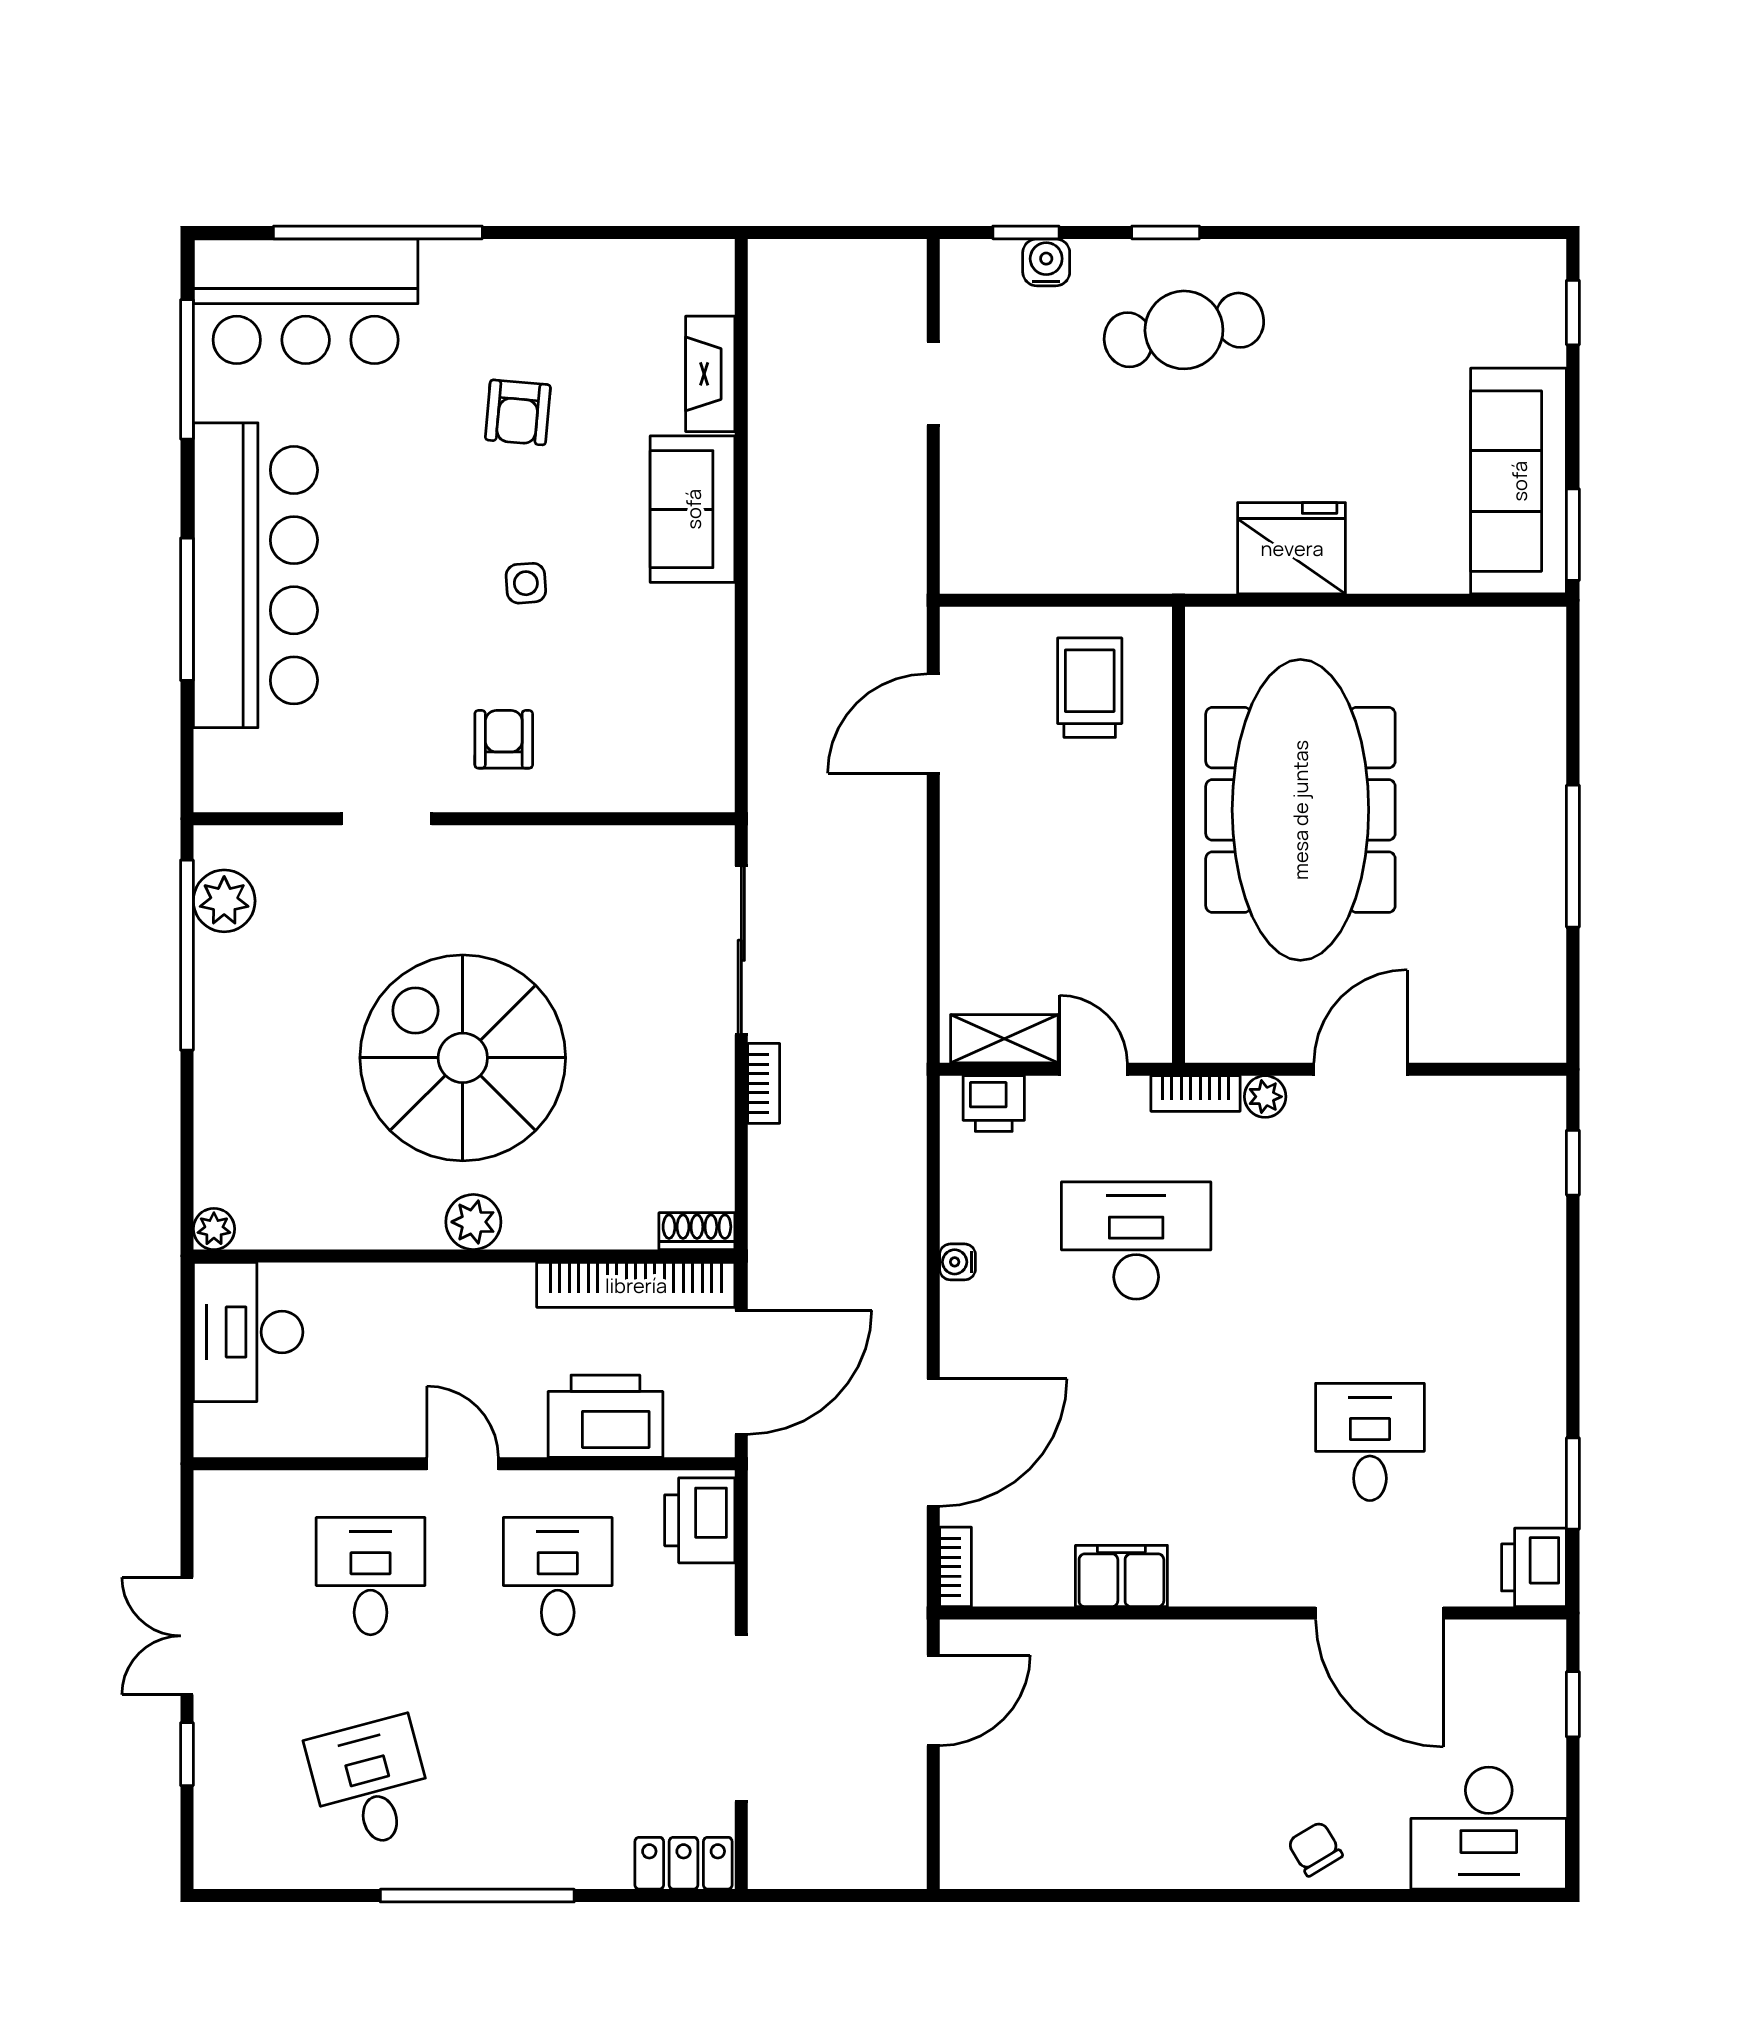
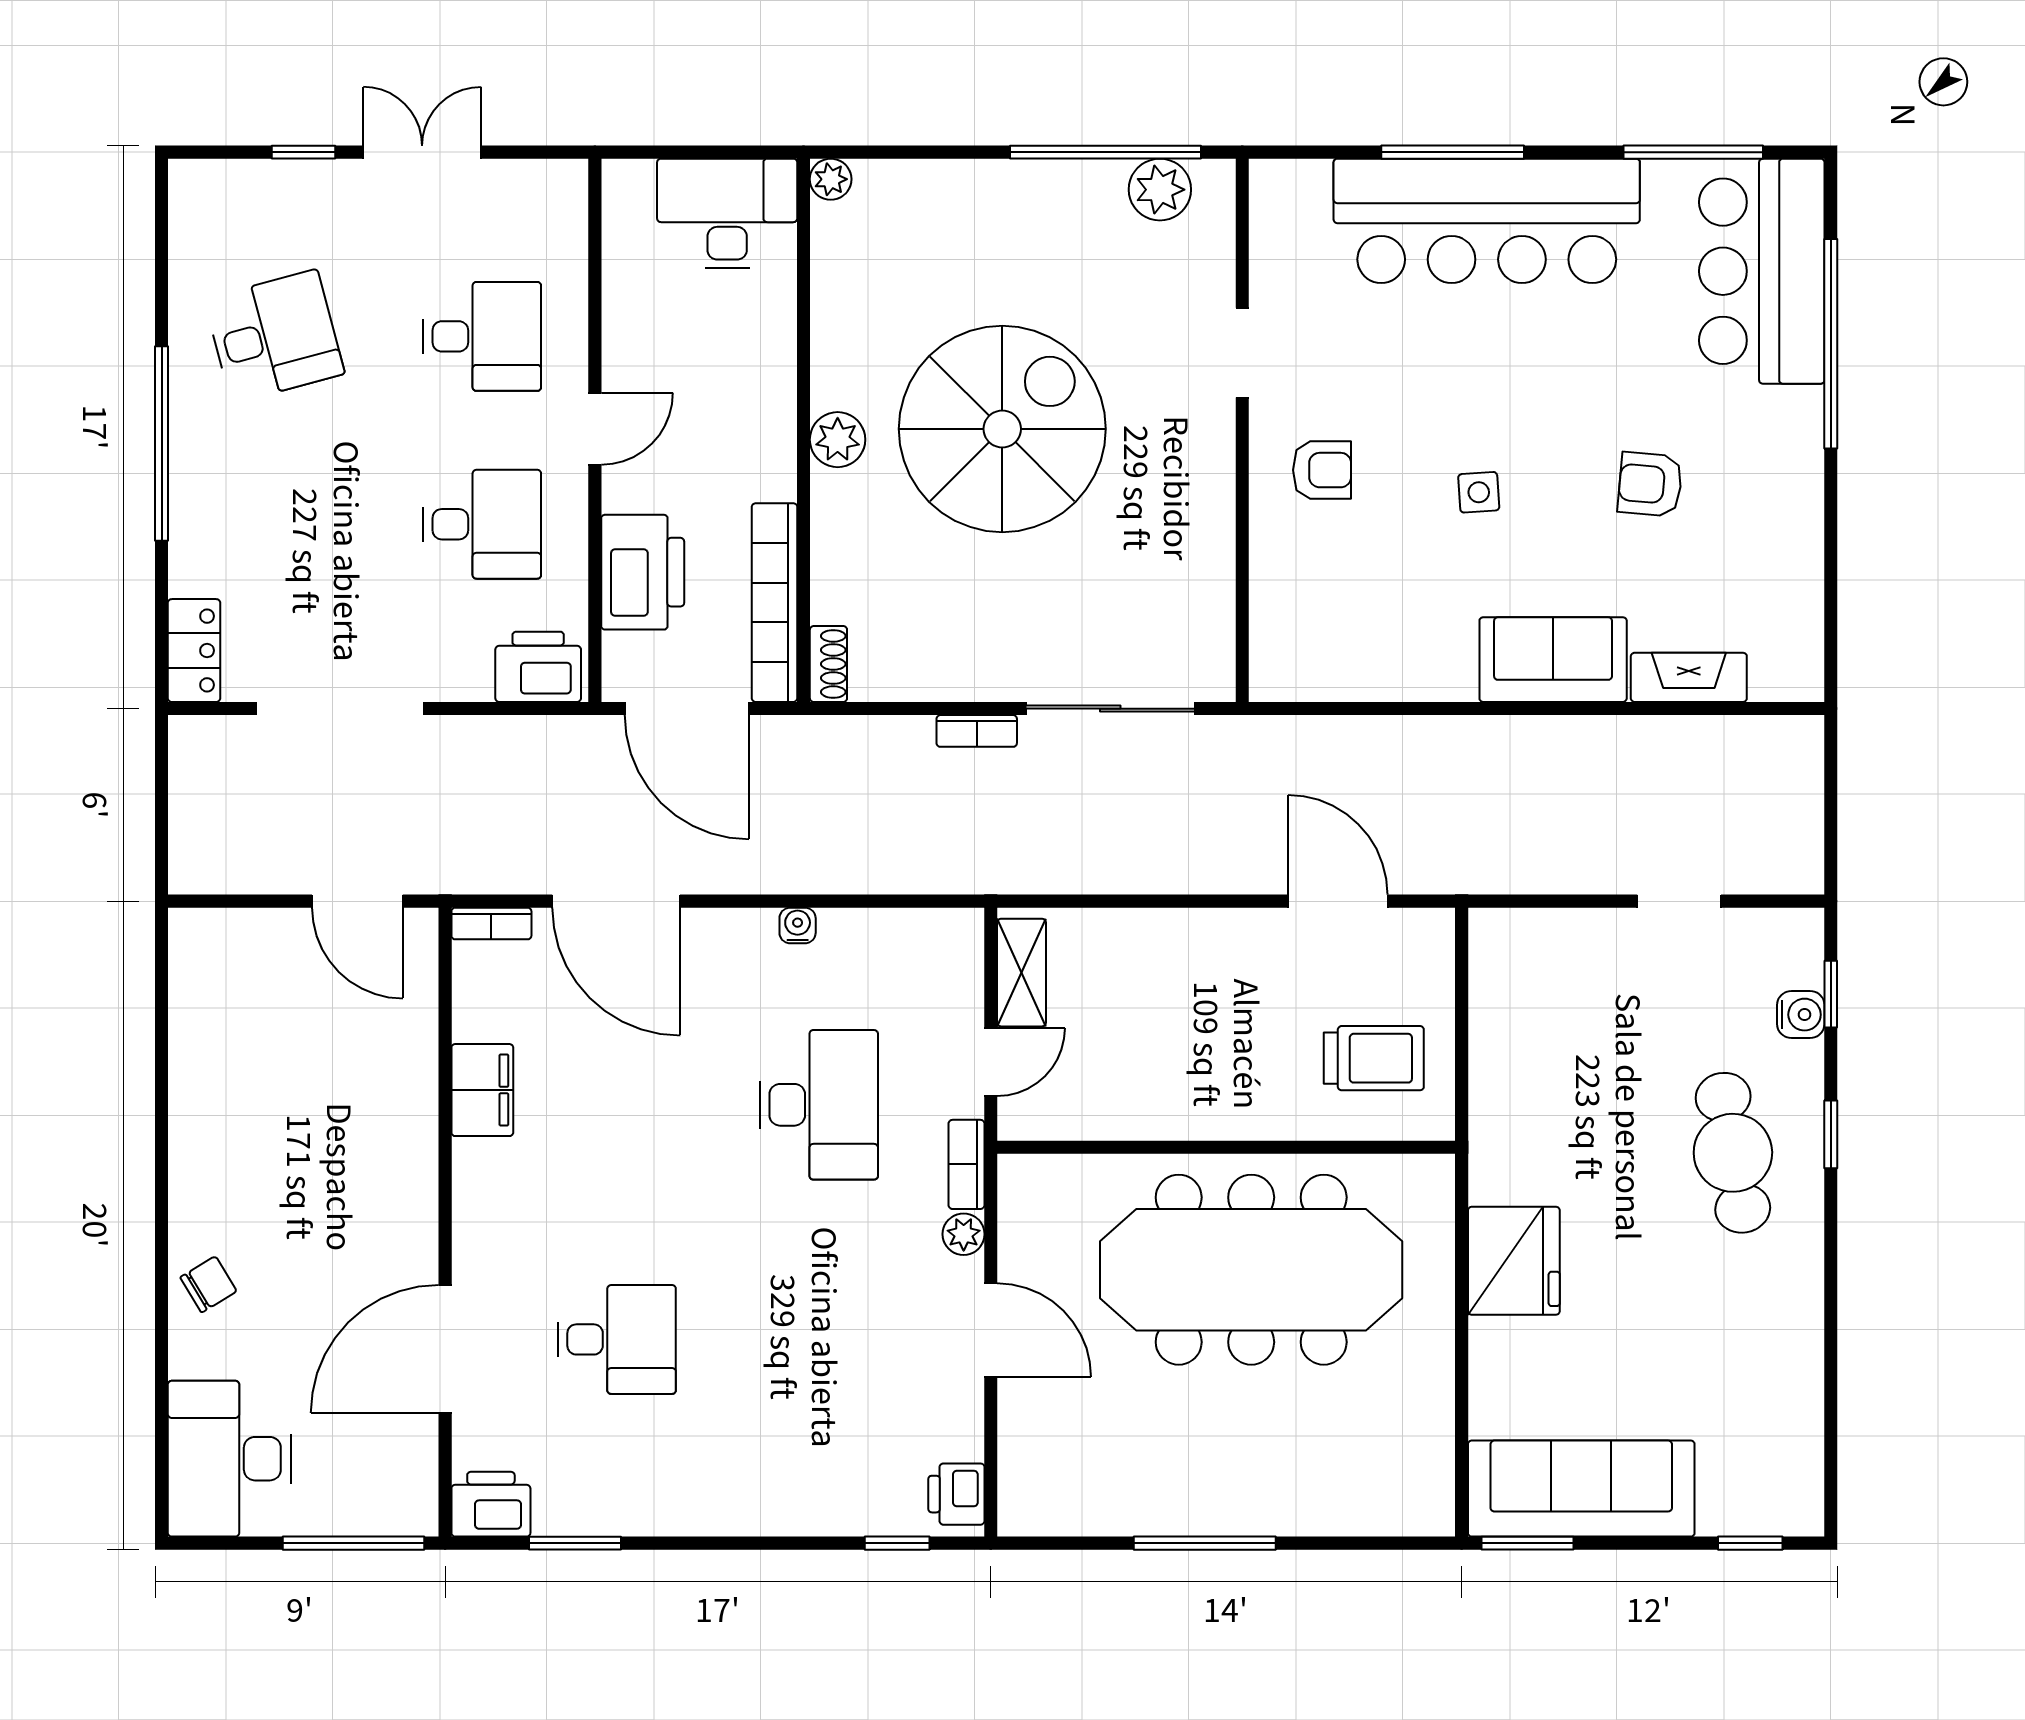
printer: (994, 1104) -> (956, 1494), moved
window: (1573, 1704) -> (353, 1543), width x2.17

